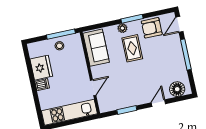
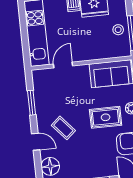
coffee table: (145, 82) -> (63, 128), added
door: (93, 88) -> (63, 65), swing flipped

